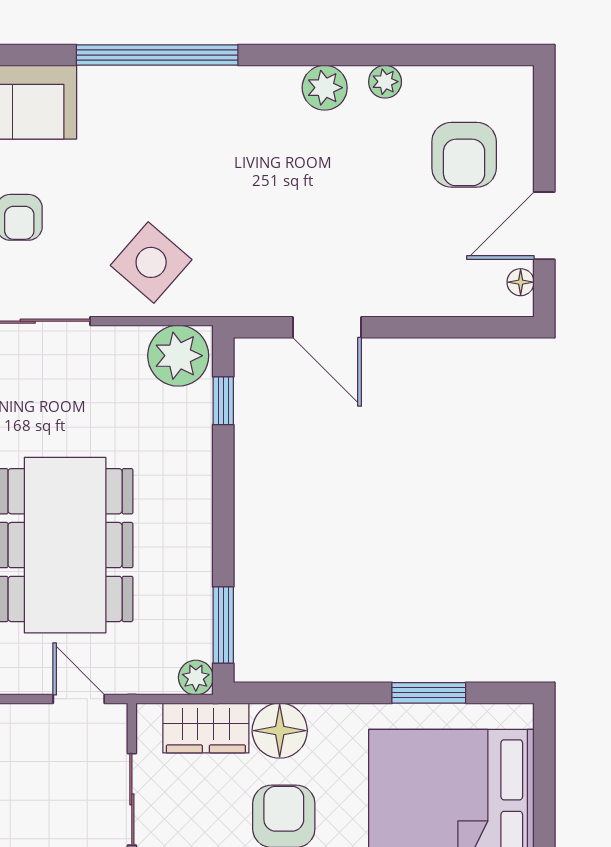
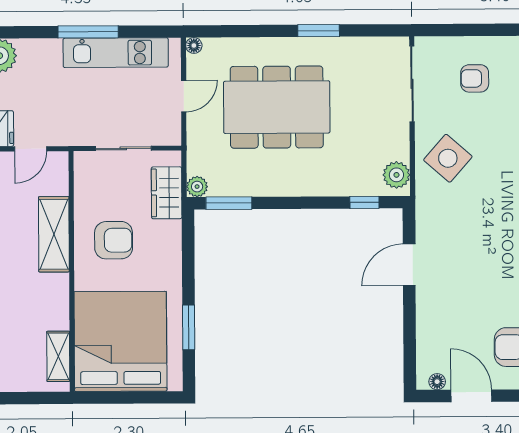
plant: (178, 356) -> (396, 175), width x0.73, depth x0.73
door: (79, 699) -> (184, 96), moved
floor lamp: (280, 731) -> (165, 237), removed

